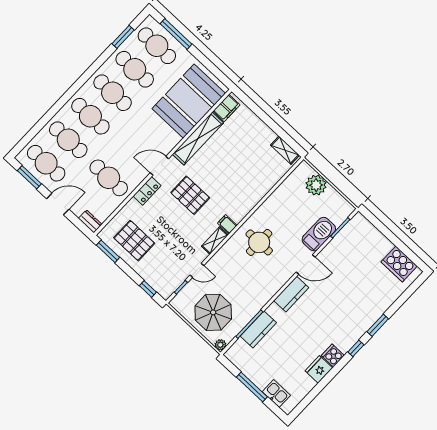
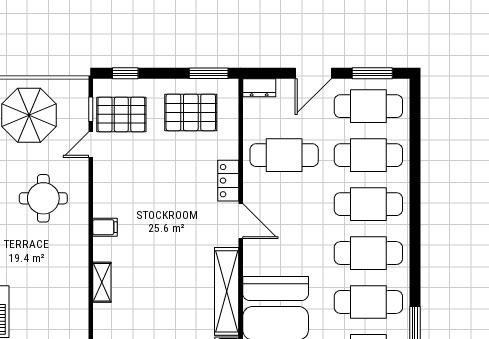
door: (159, 166) -> (241, 221), hinge flipped
pallet: (190, 195) -> (121, 114), moved
shelving: (215, 241) -> (102, 282), moved
round table: (259, 242) -> (43, 198), moved

